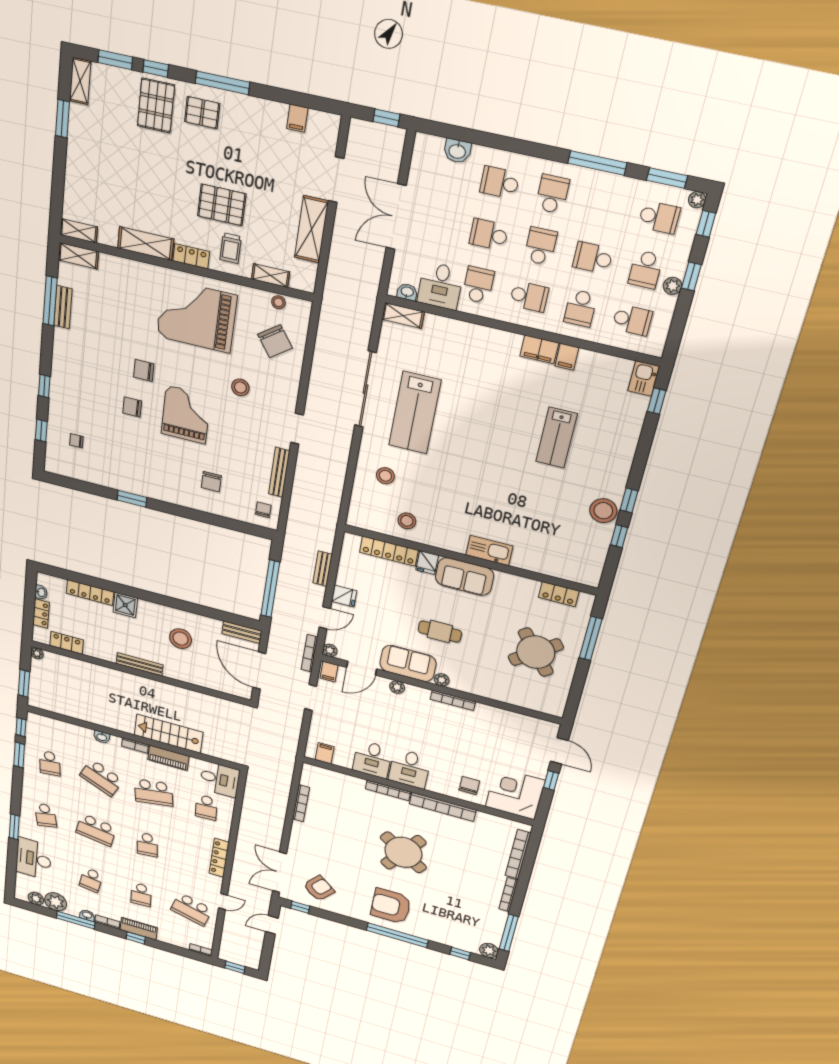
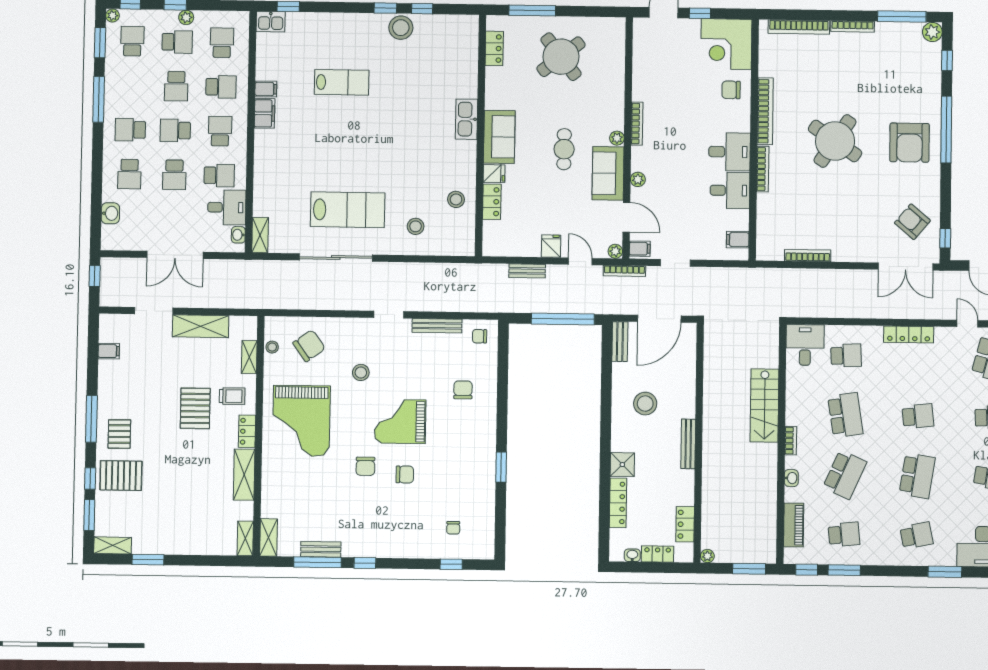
school desk: (478, 285) -> (219, 175), turned 180
window: (44, 386) -> (365, 563), moved
chair: (132, 407) -> (405, 474), turned -90
chair: (211, 482) -> (463, 390), turned -90
locker: (389, 551) -> (492, 202), width x0.66
piano: (168, 758) -> (794, 525), moved

